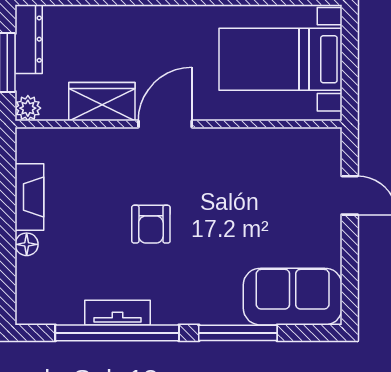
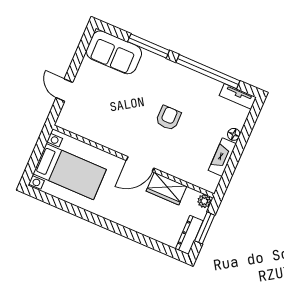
tv unit: (117, 313) -> (238, 96), moved

